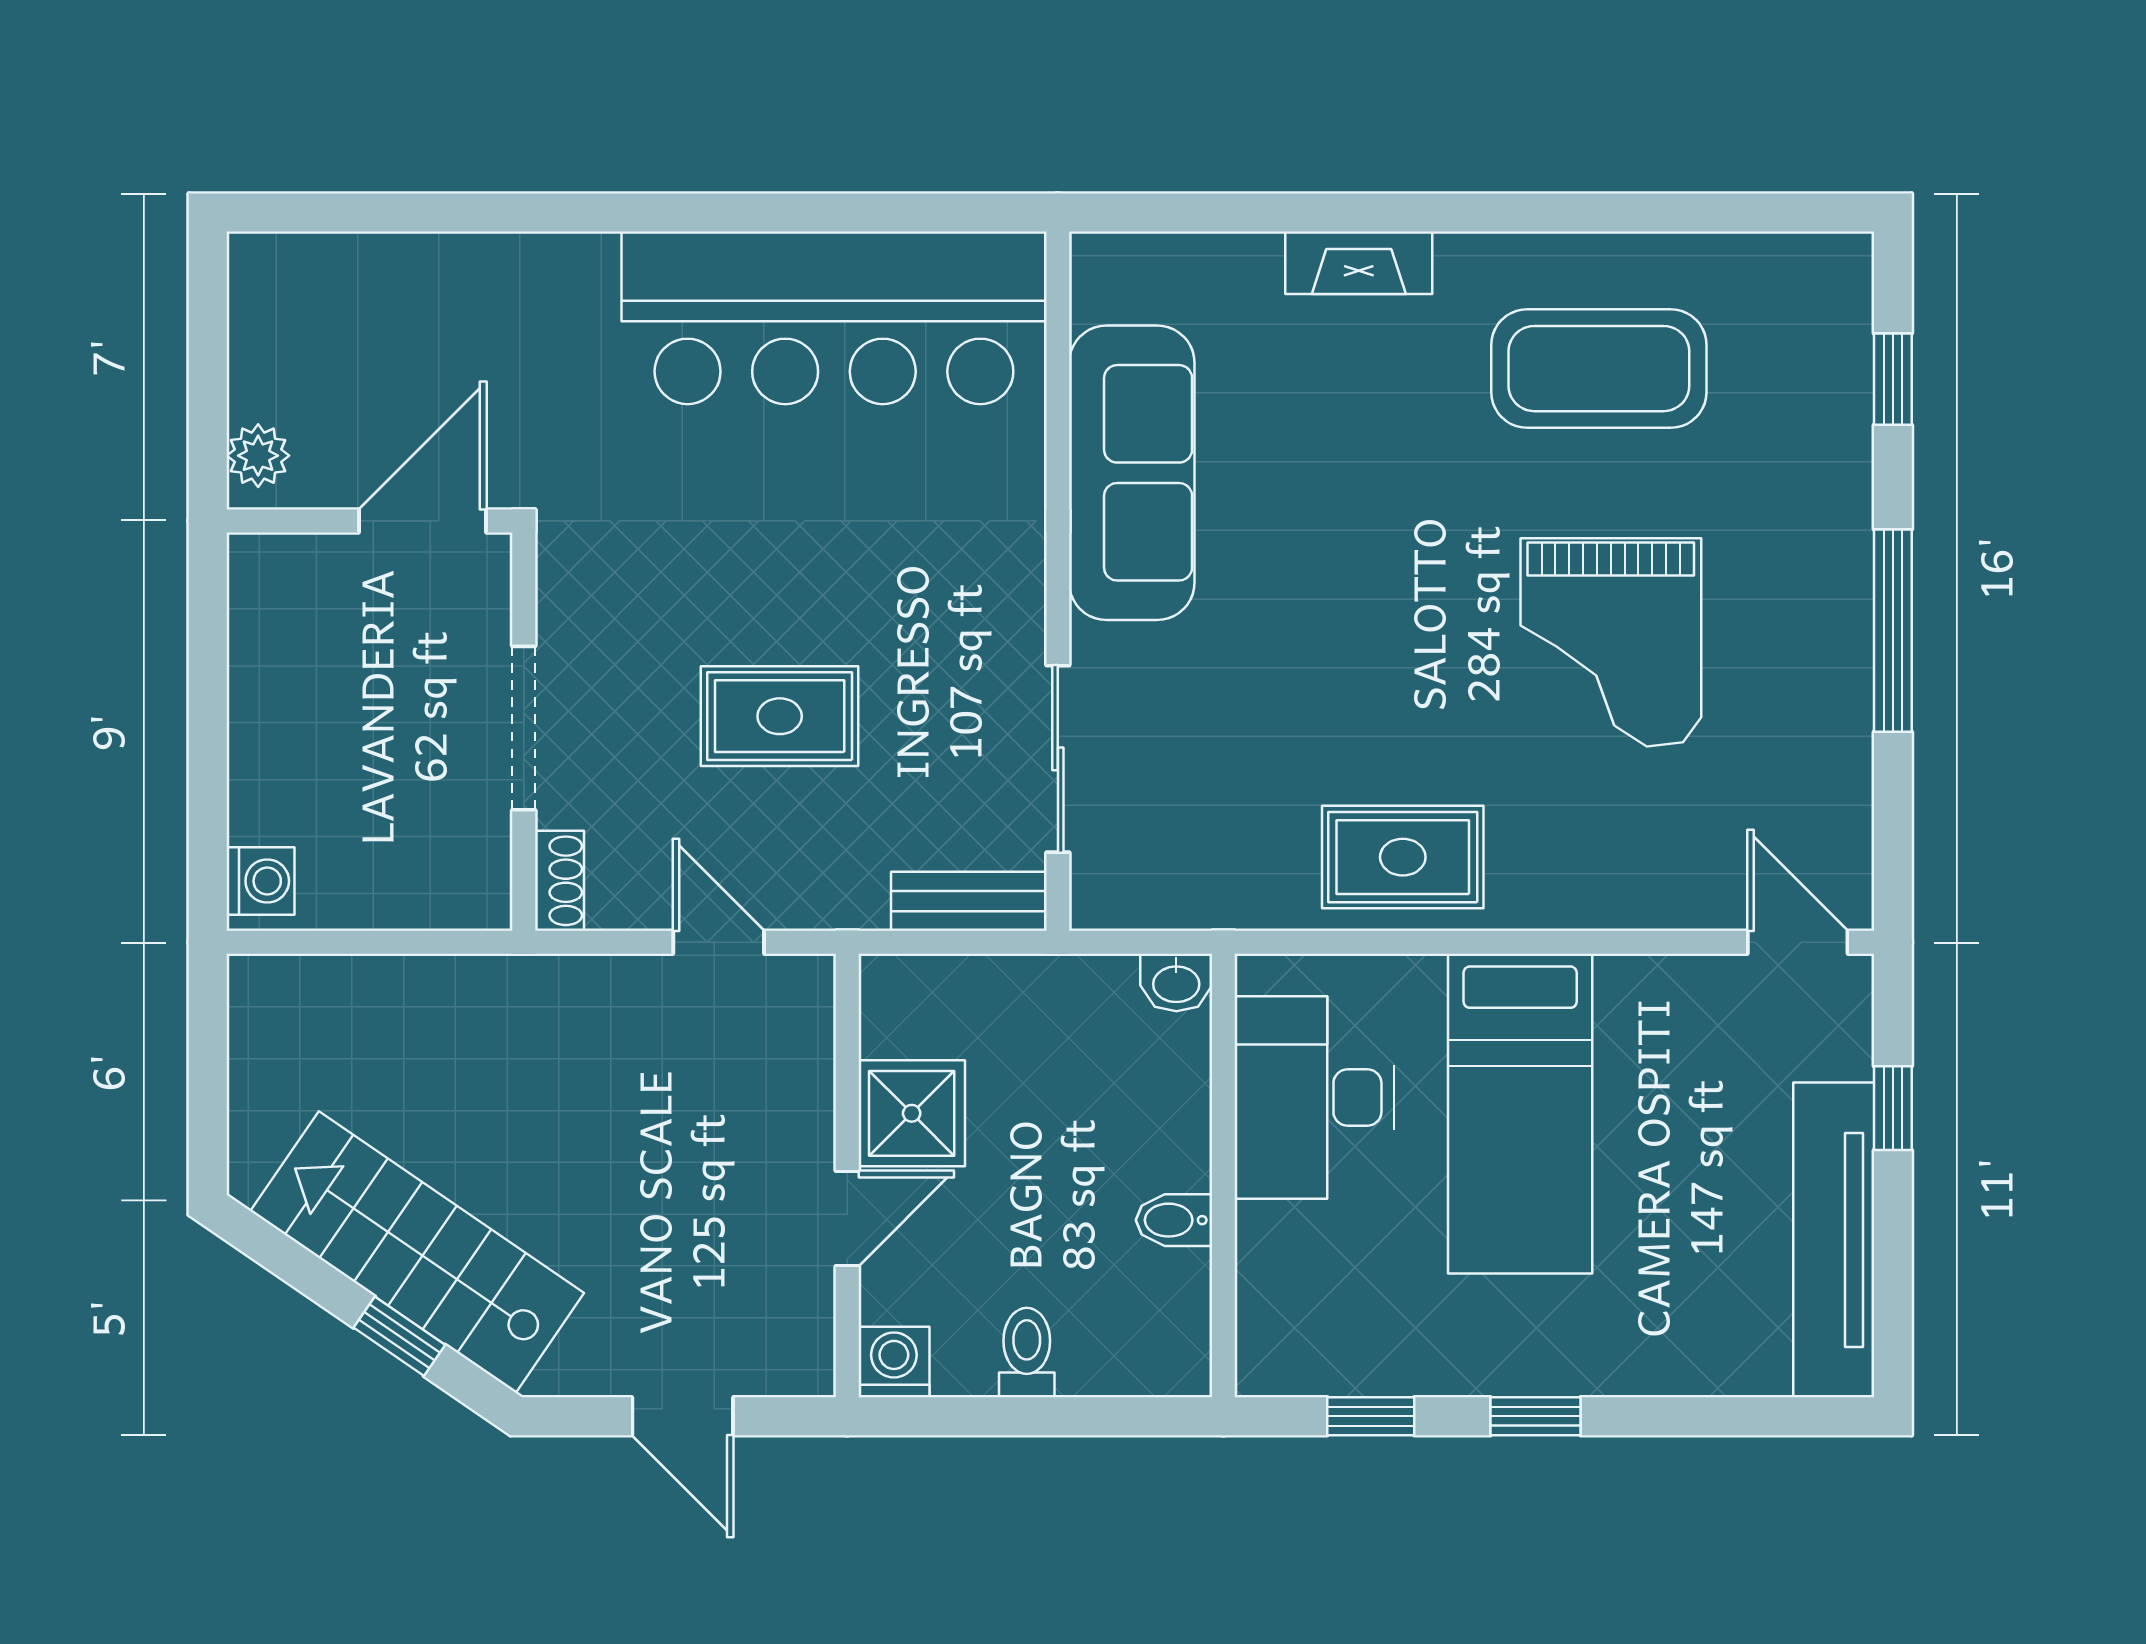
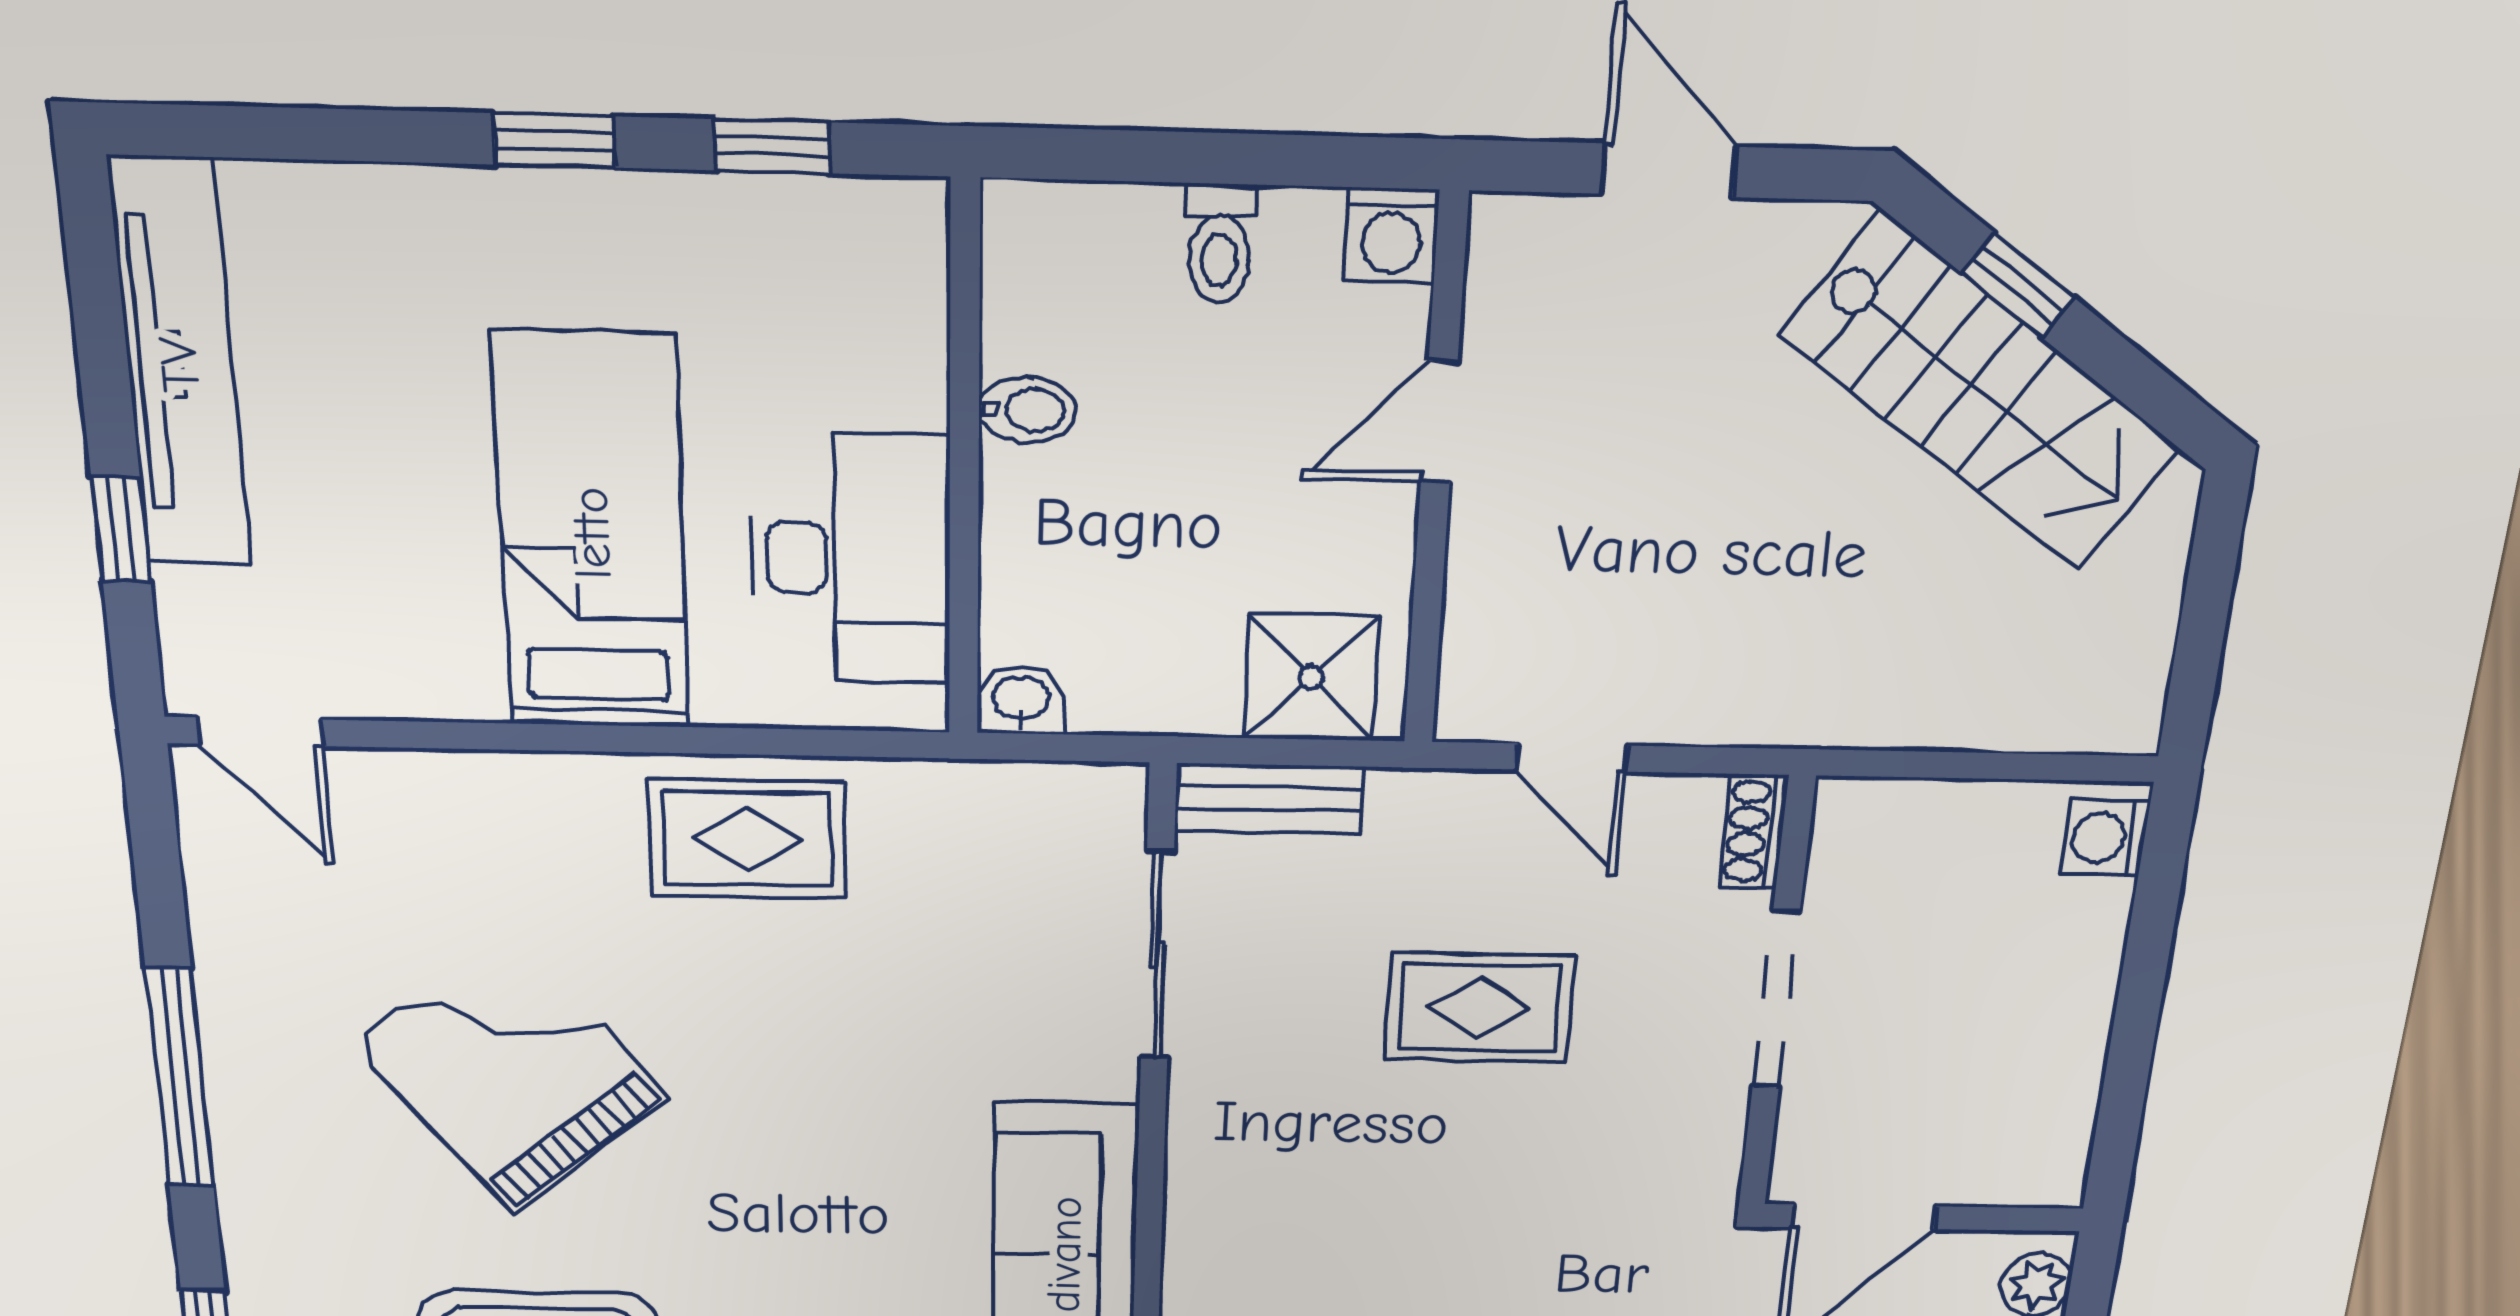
grand piano: (1611, 642) -> (510, 1071), turned -39
shower: (912, 1113) -> (1311, 677), moved

